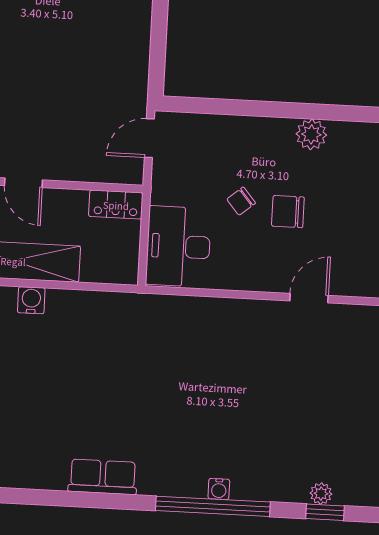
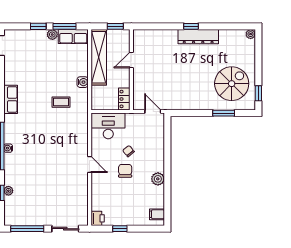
door: (309, 298) -> (90, 165), moved
water cooler: (31, 300) -> (83, 82), moved
coffee table: (115, 357) -> (61, 102), added

